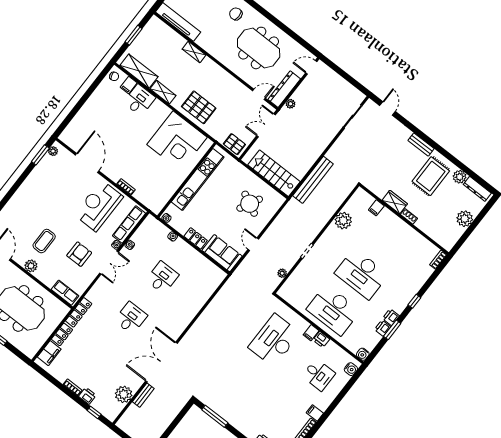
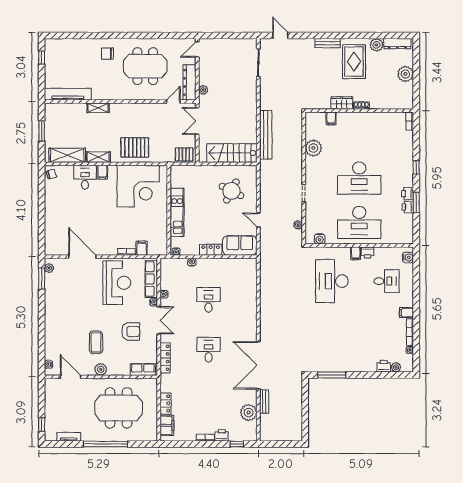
filing cabinet: (129, 85) -> (102, 172), moved
kitchen unit: (198, 180) -> (177, 212), width x0.73
filing cabinet: (141, 193) -> (142, 248), added
reception desk: (99, 206) -> (117, 283), turned 180
armchair: (79, 254) -> (131, 331), turned 90
locker: (79, 312) -> (165, 358), moved
water cooler: (363, 354) -> (320, 239), moved

